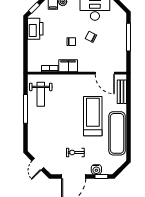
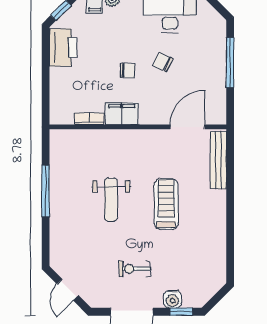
door: (105, 73) -> (187, 127), swing flipped
bench: (122, 92) -> (218, 160), width x1.36
weight bench: (41, 94) -> (111, 200), moved
treadmill: (93, 116) -> (166, 204), width x0.73, depth x0.73
exercise mat: (117, 133) -> (209, 235), removed

